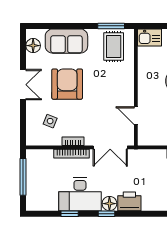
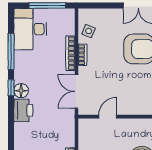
side table: (50, 121) -> (89, 31), moved
desk: (80, 194) -> (30, 29), moved
window: (70, 214) -> (11, 51), width x2.17

